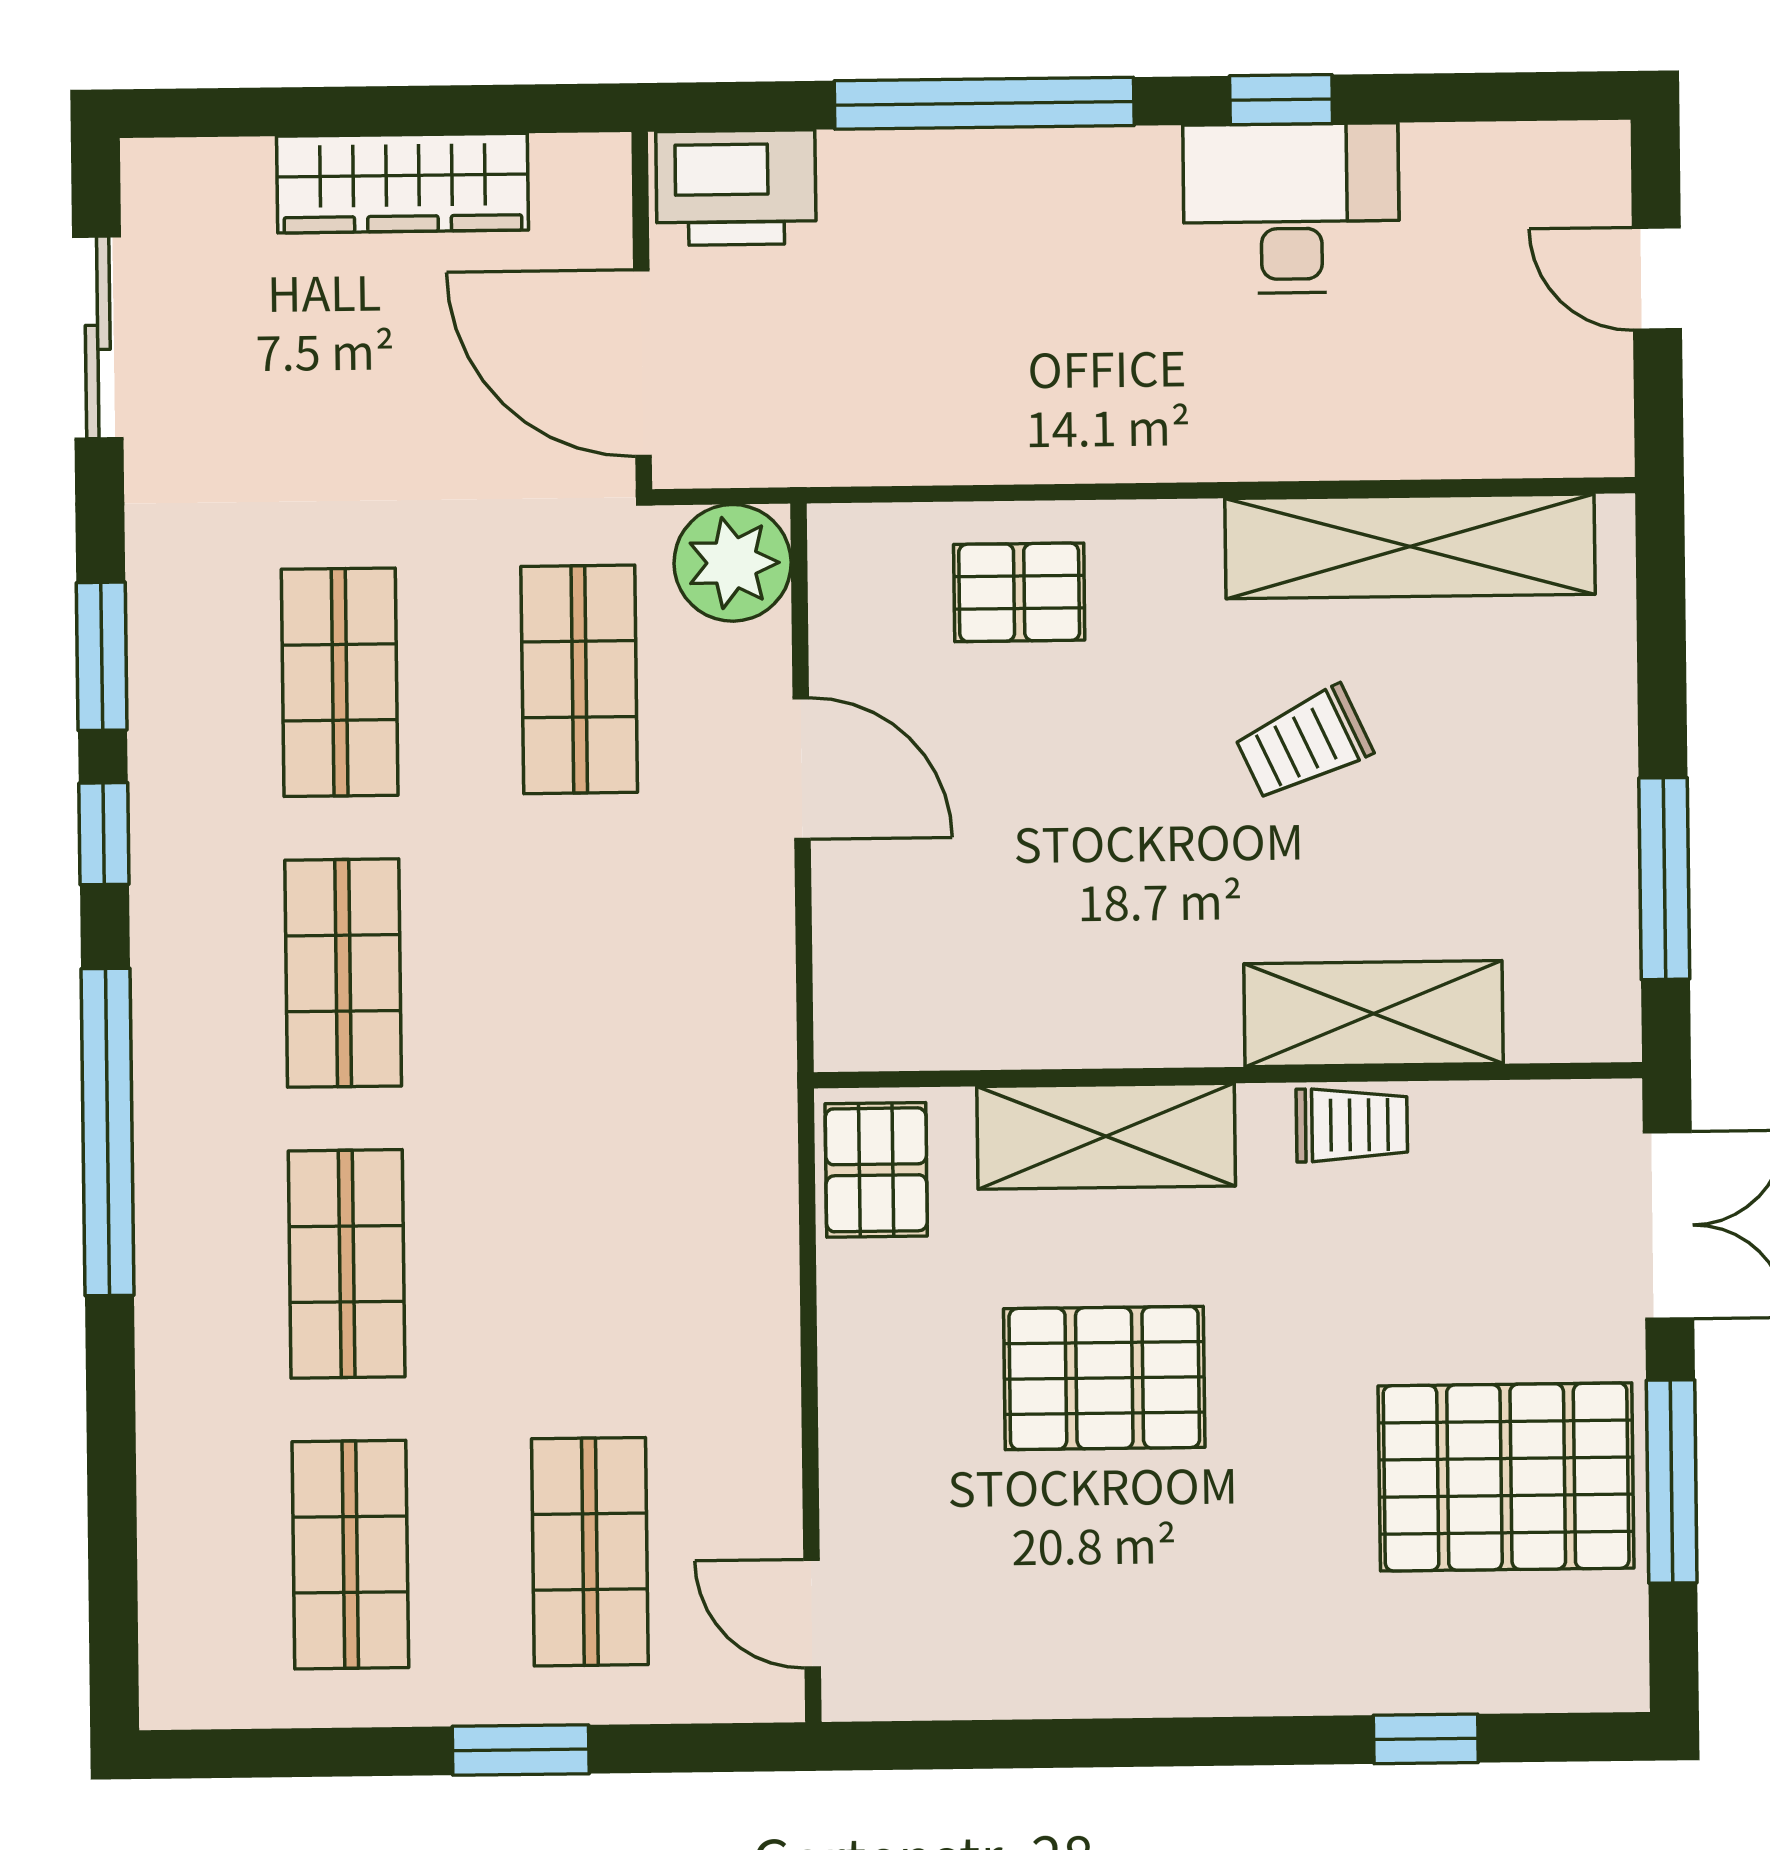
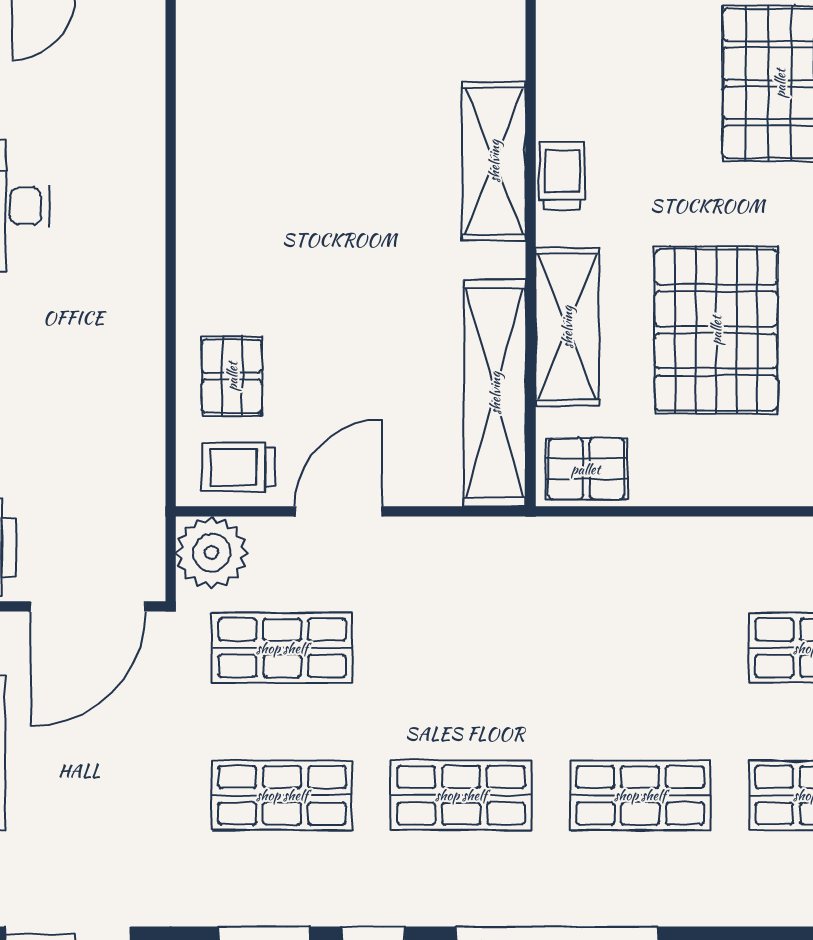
shelving: (1410, 546) -> (495, 393), moved
trolley: (1304, 743) -> (238, 467), moved, turned 115
pallet: (1104, 1378) -> (716, 330), width x1.37, depth x1.41

